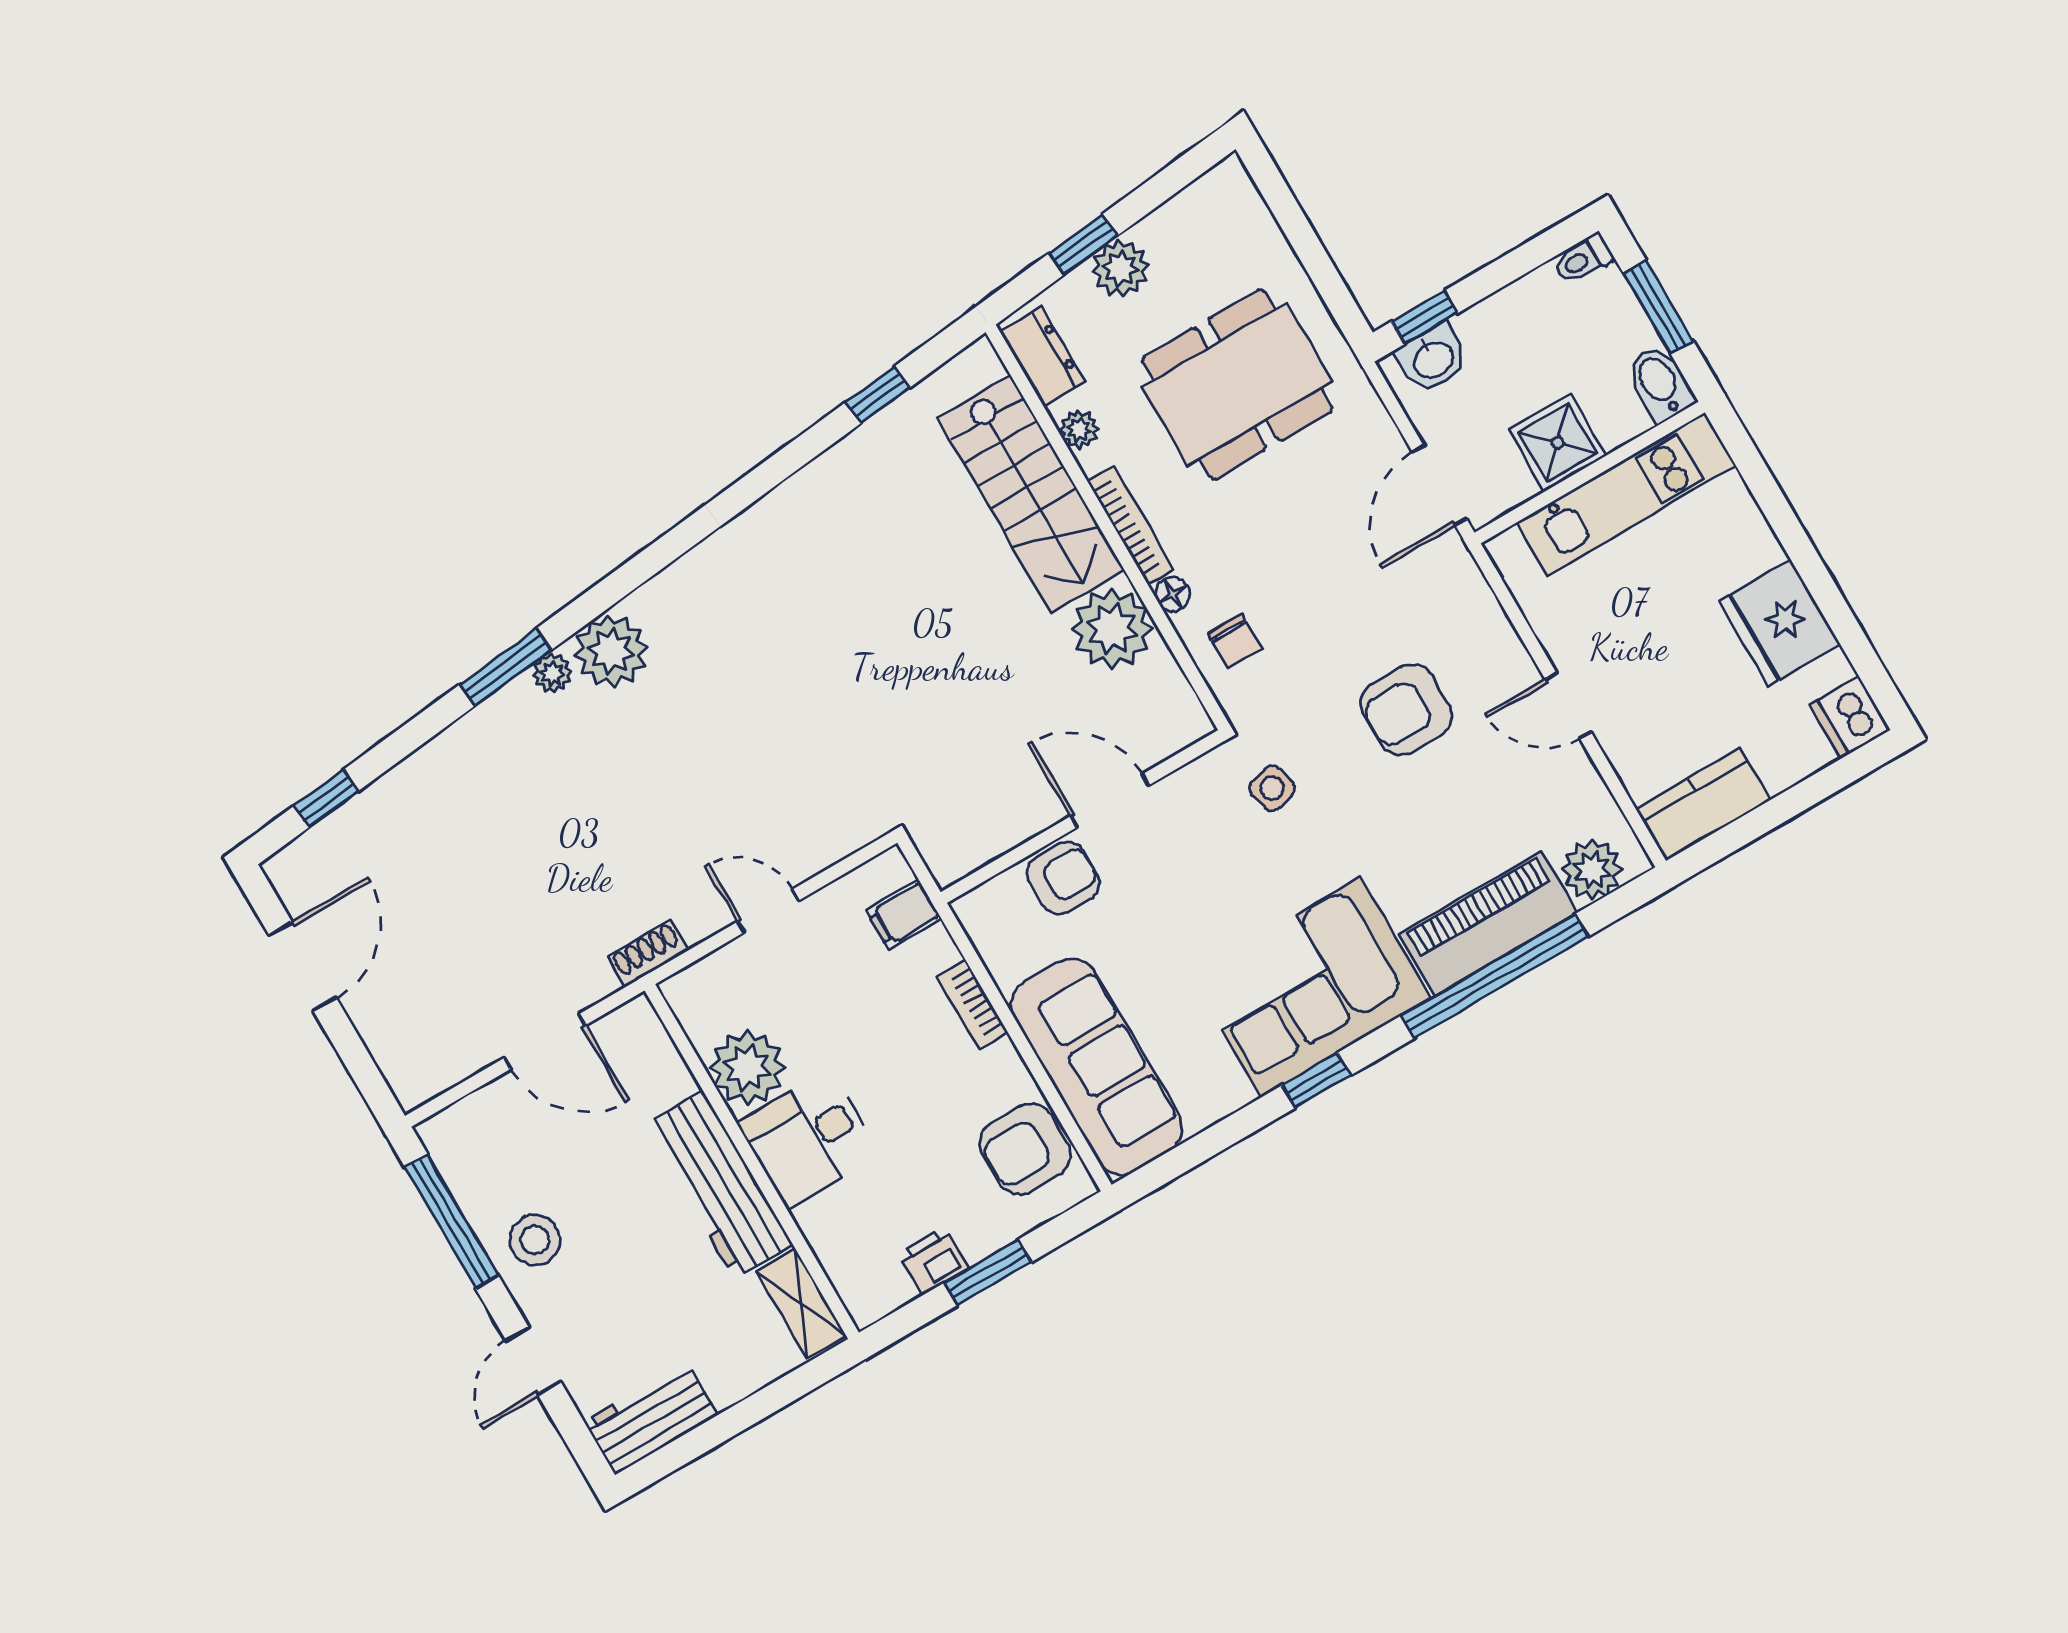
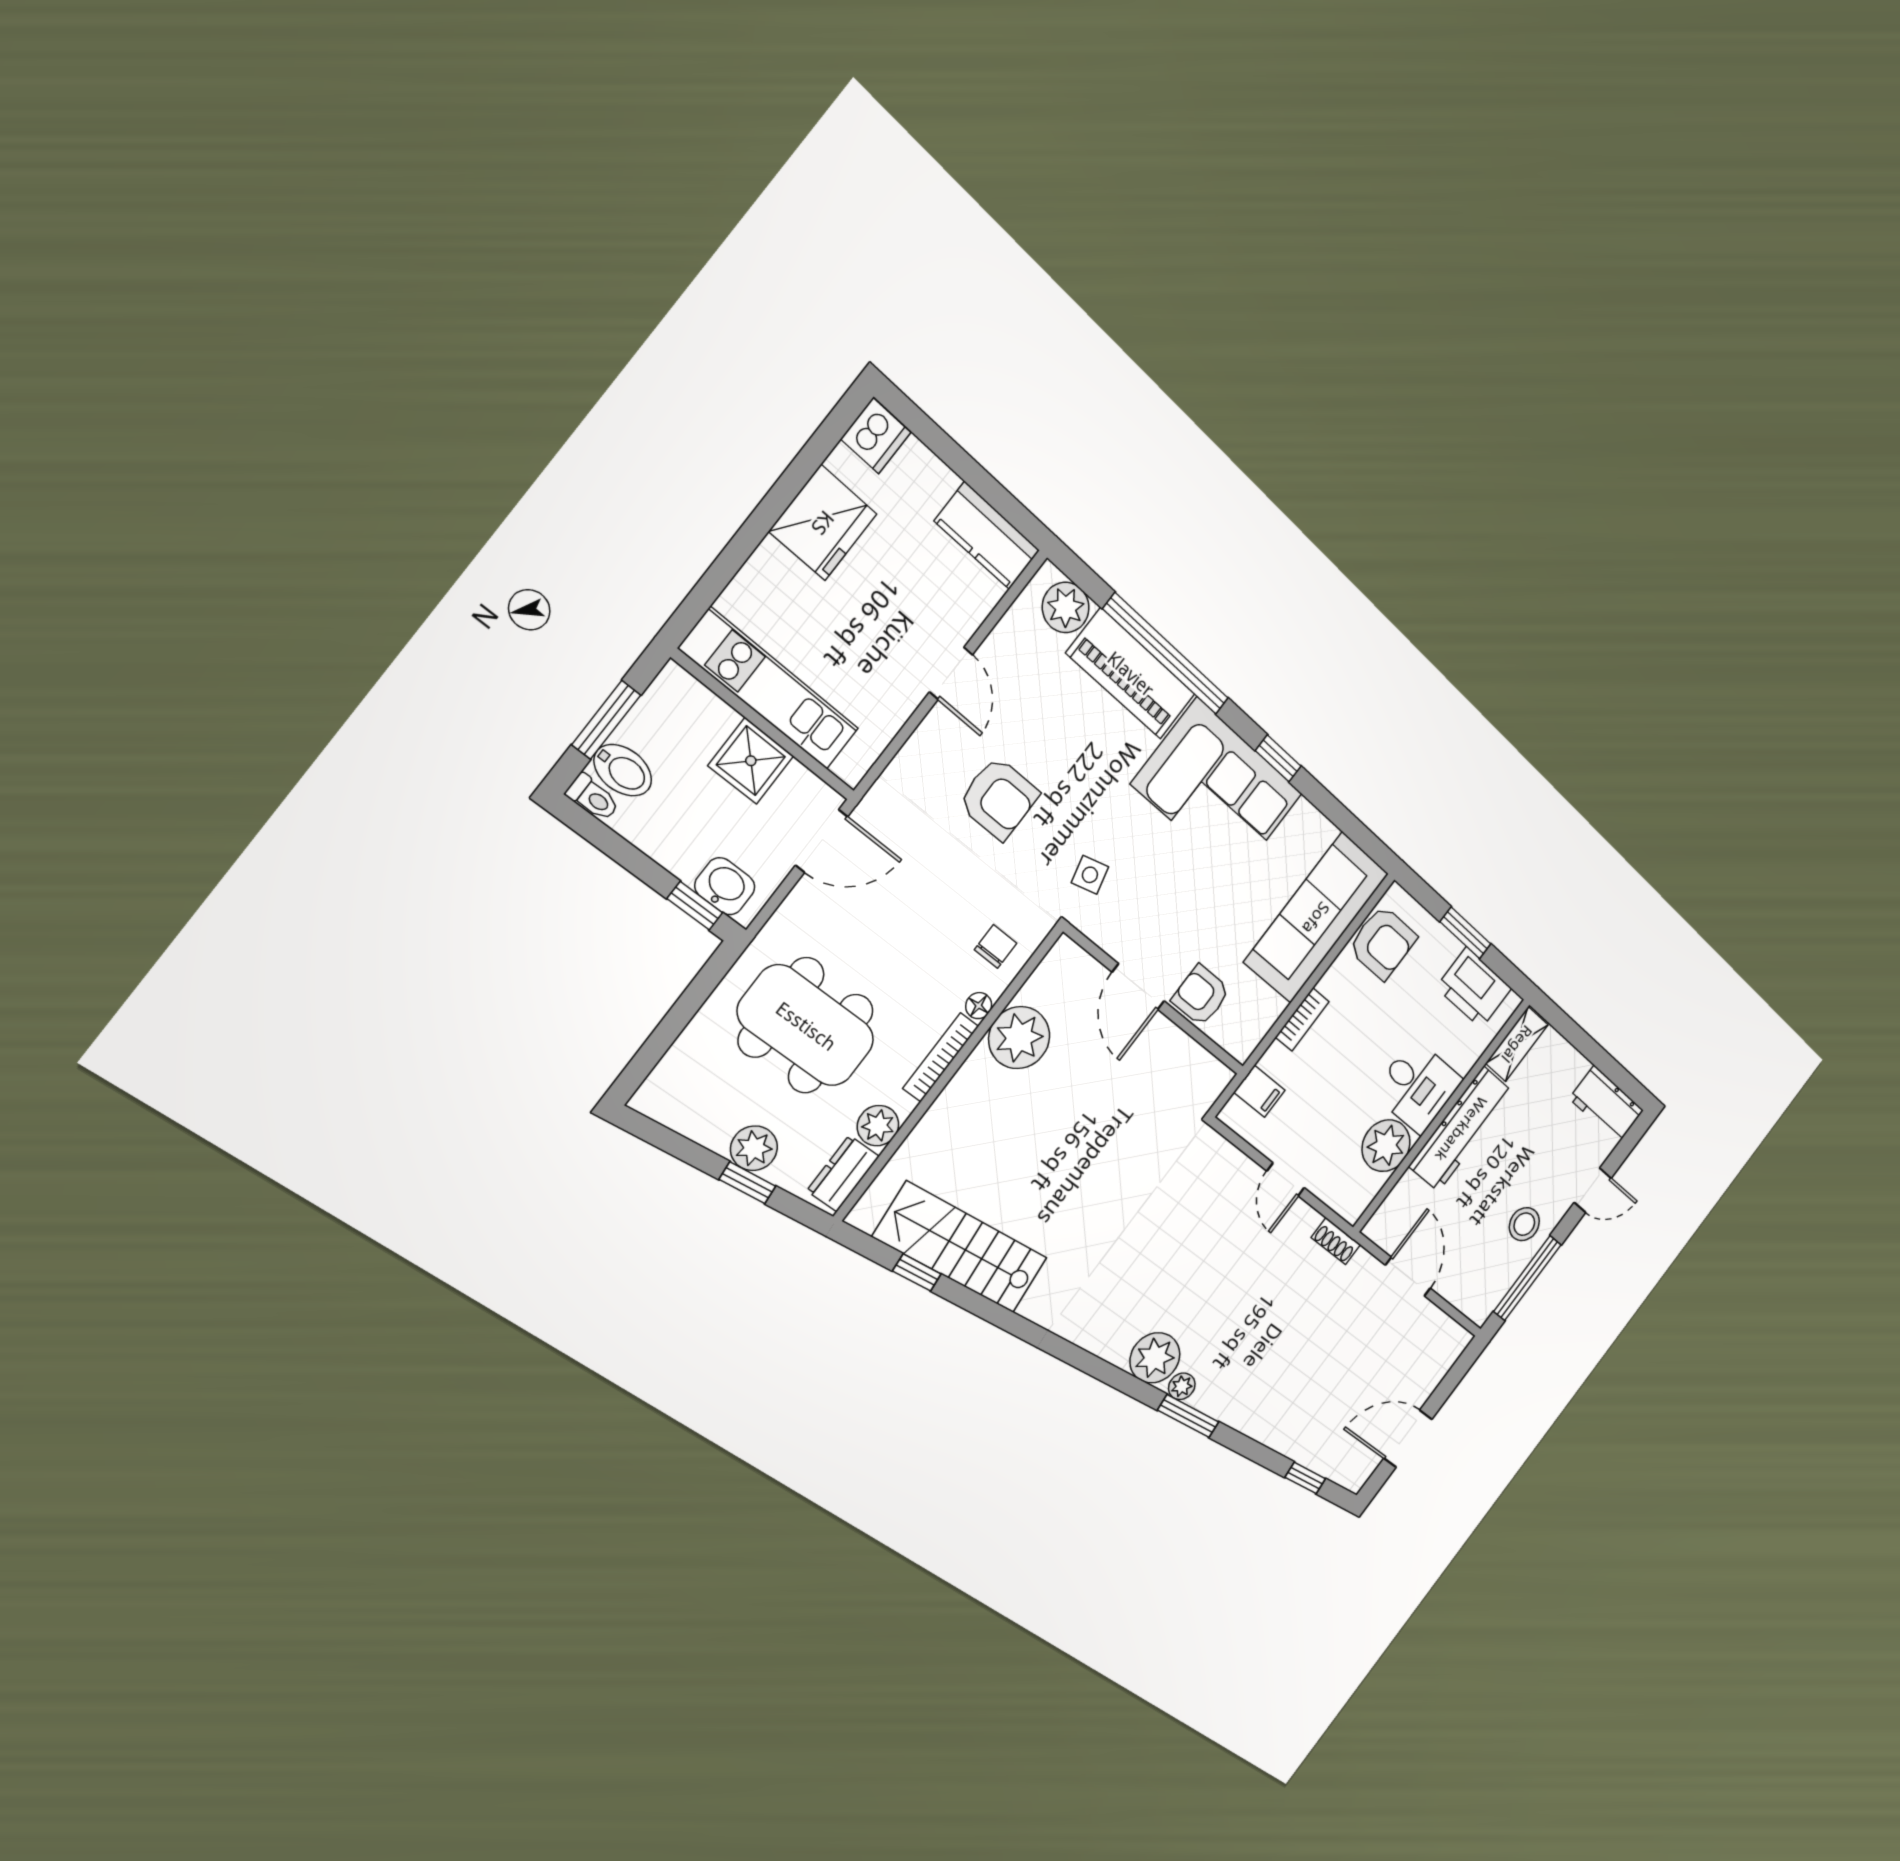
bidet: (1660, 384) -> (623, 770), moved, turned -90
plant: (1079, 429) -> (878, 1126), width x1.38, depth x1.38
stairs: (1031, 494) -> (961, 1247), moved, turned -96
printer: (934, 1261) -> (1474, 988), width x1.87, depth x1.48

